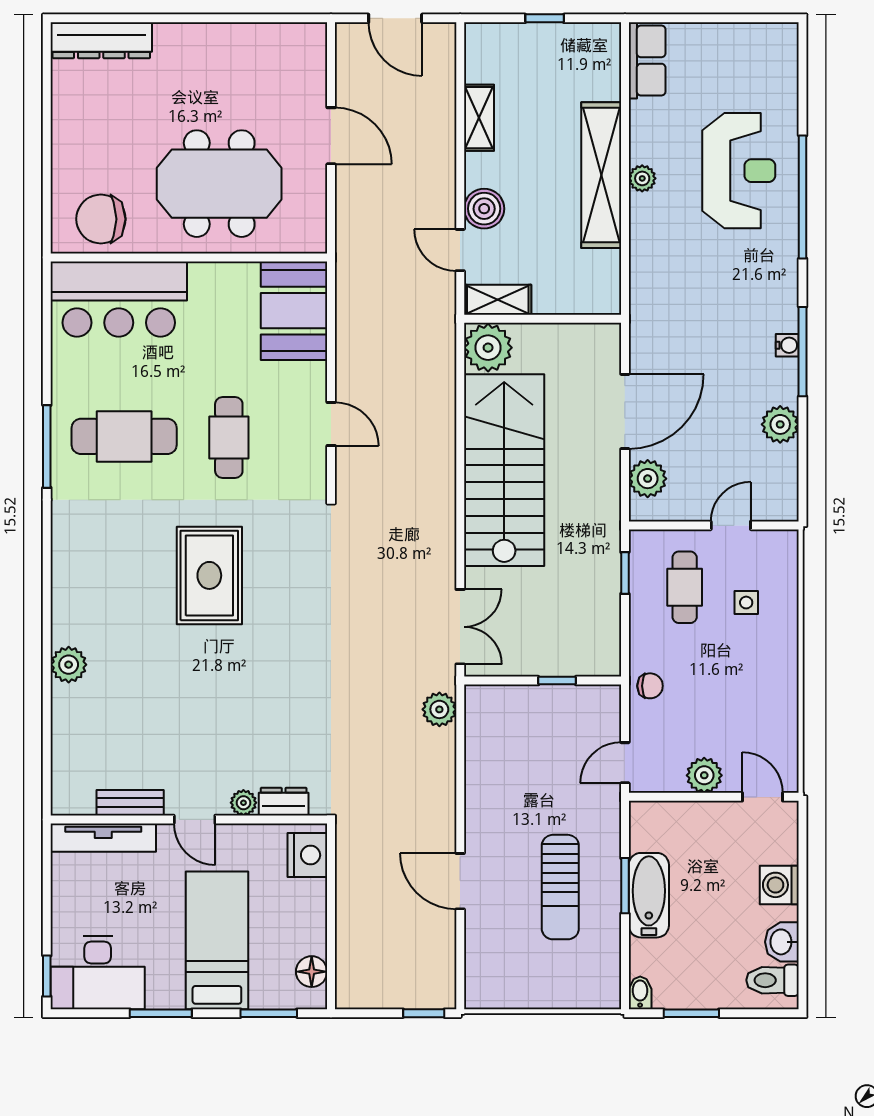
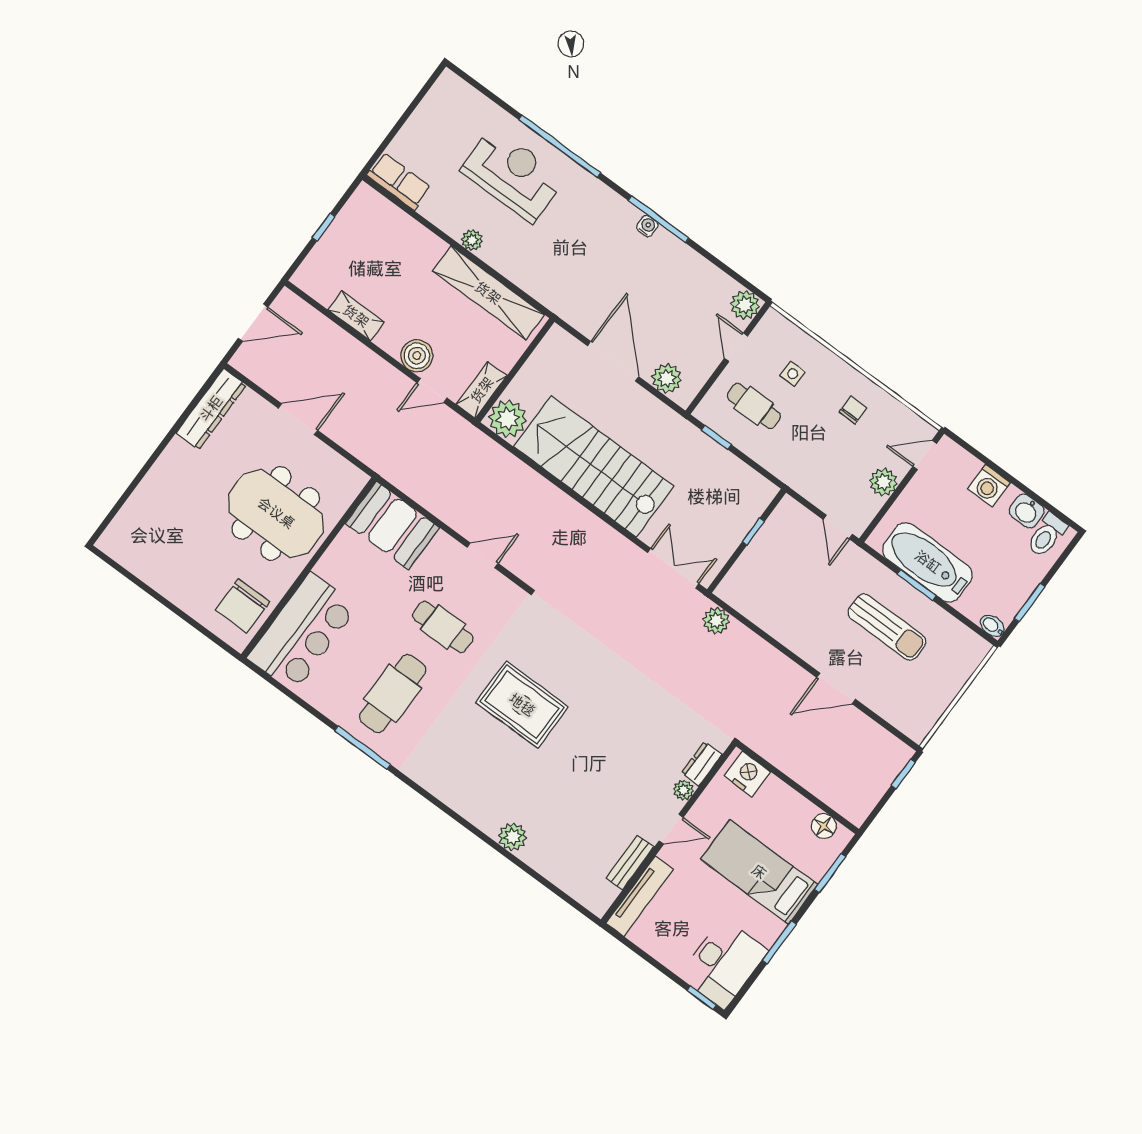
dresser: (101, 40) -> (211, 409), moved
shelving: (601, 175) -> (488, 293), moved
meeting table: (219, 184) -> (276, 513), turned 90
plant: (780, 424) -> (745, 305), moved
chair: (650, 686) -> (853, 410), moved
bathtub: (649, 895) -> (928, 562), width x1.36, depth x1.36

